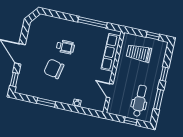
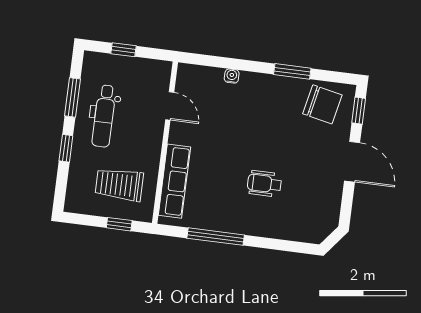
window: (153, 36) -> (119, 224), moved
trolley: (139, 53) -> (119, 185), turned 180
chair: (54, 69) -> (322, 104), moved
dental chair: (140, 101) -> (104, 116), moved

